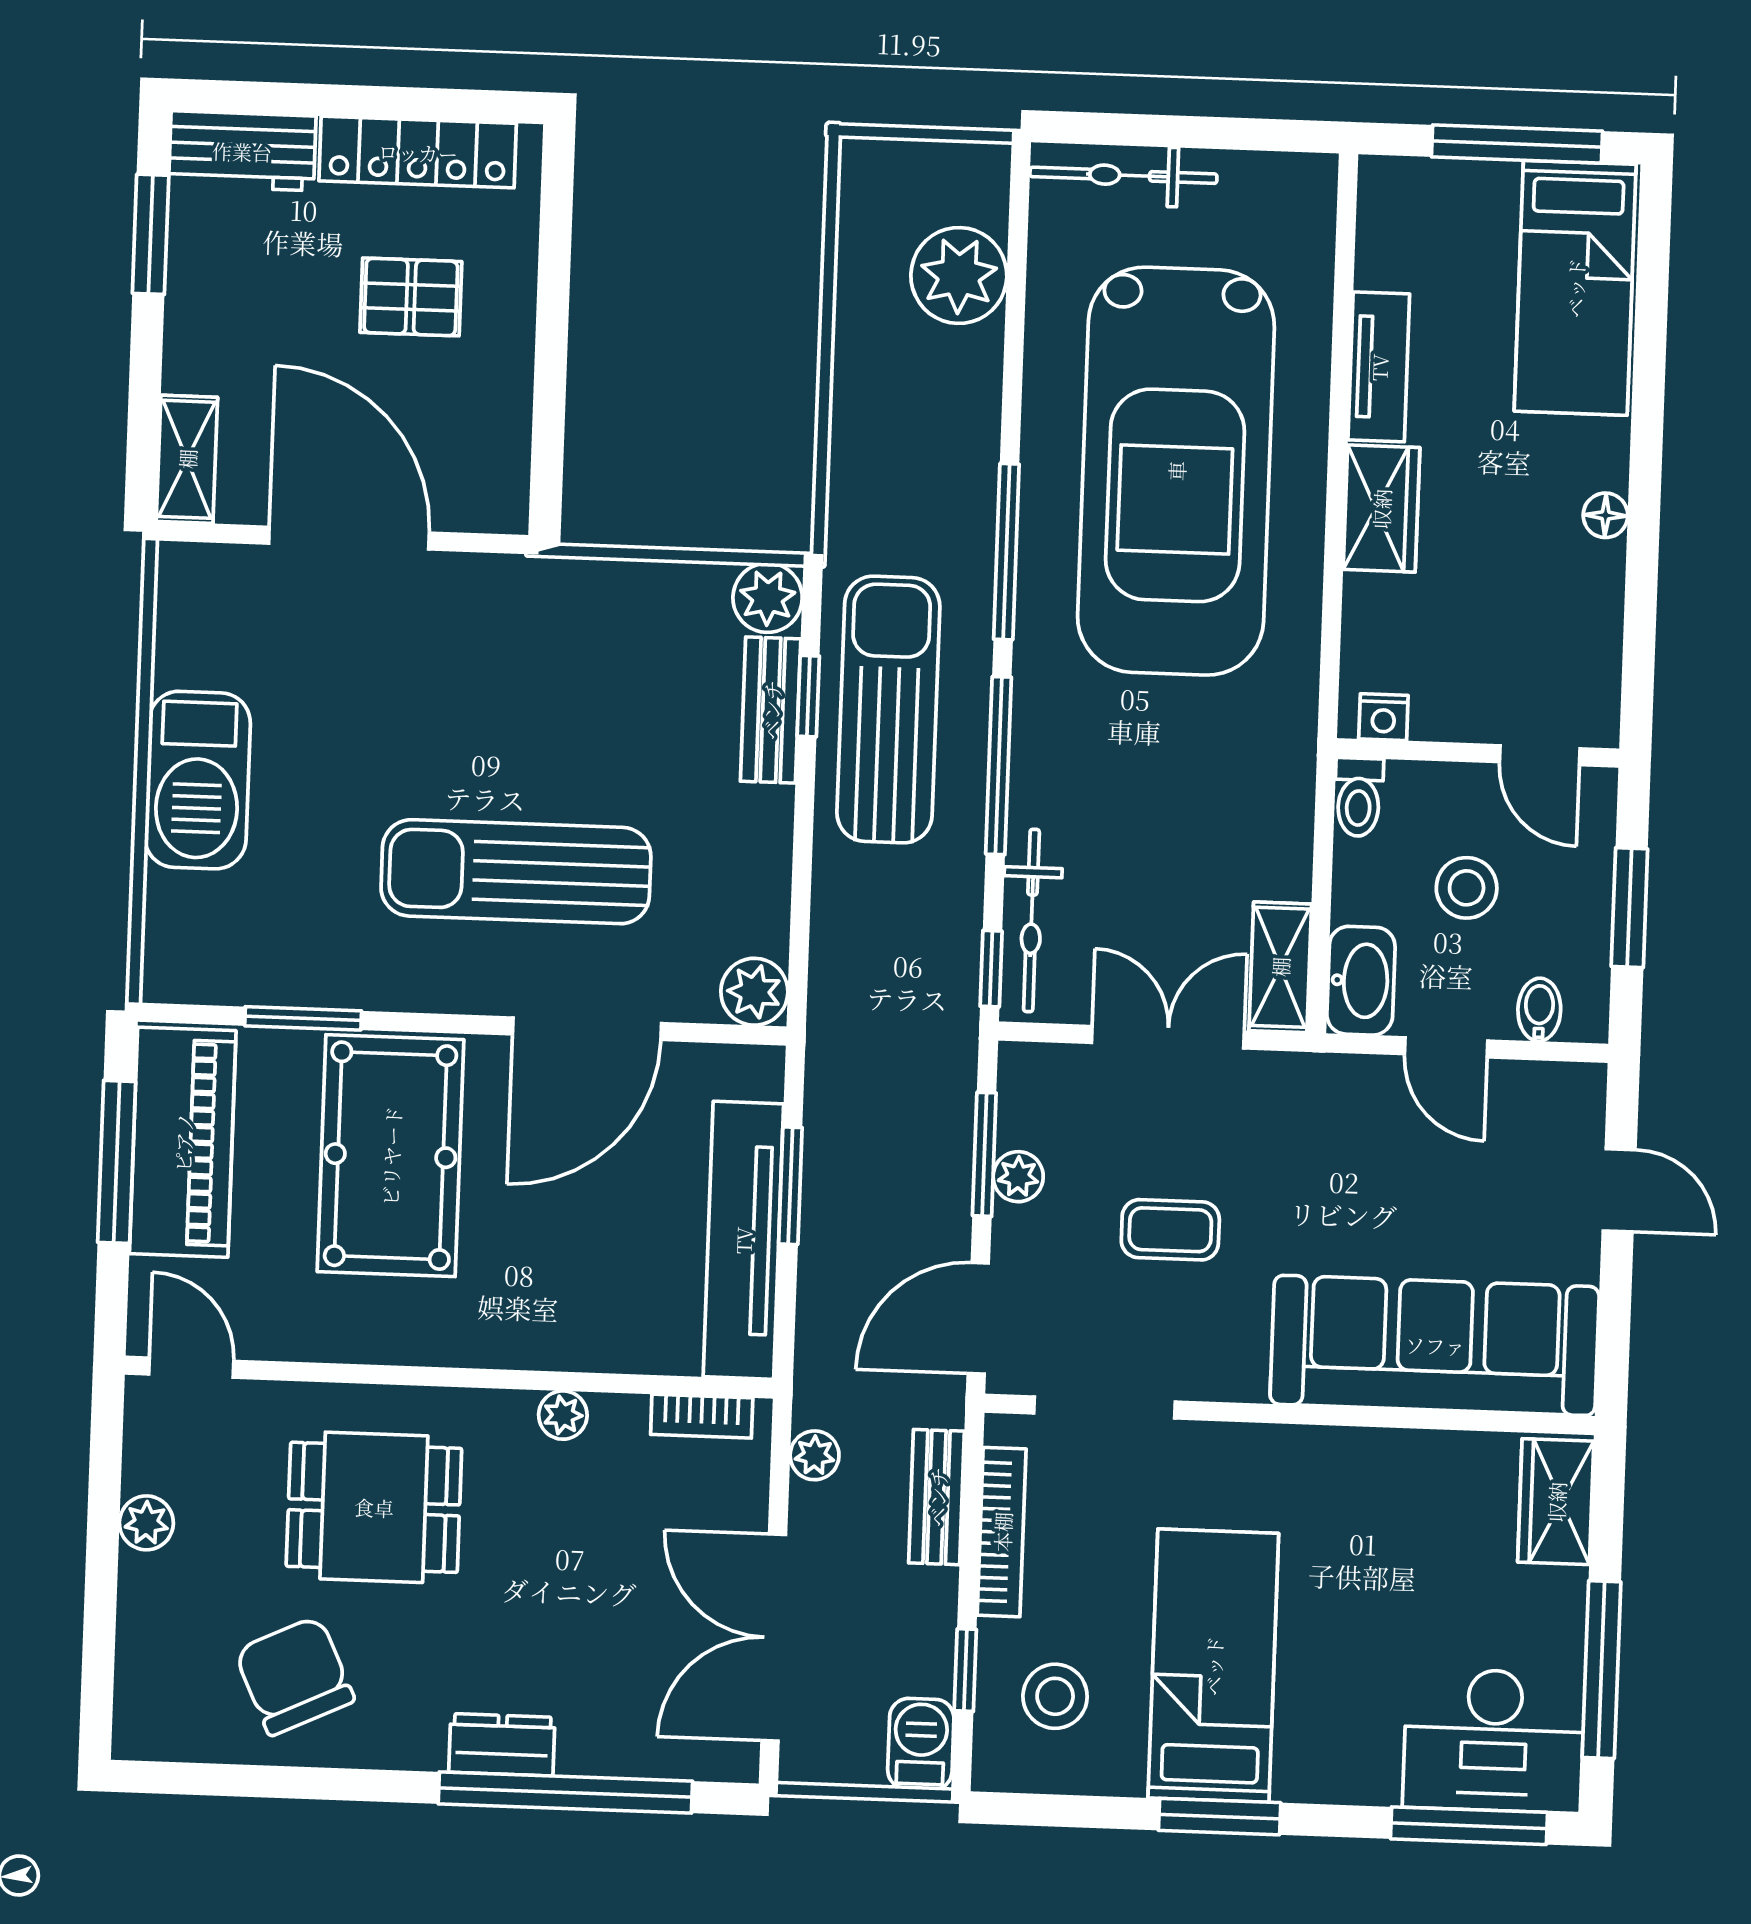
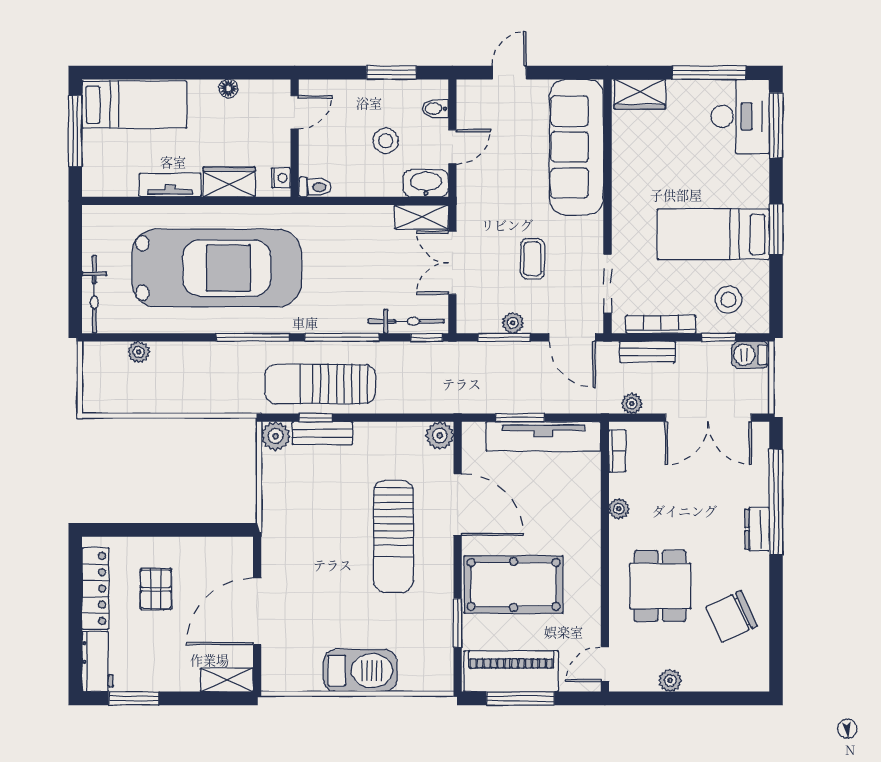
plant: (959, 275) -> (139, 352), width x0.53, depth x0.53
nightstand: (1383, 717) -> (281, 178), moved
wall: (1478, 753) -> (295, 138), moved
door: (1540, 755) -> (295, 112), moved
toilet: (1359, 797) -> (315, 187), moved

